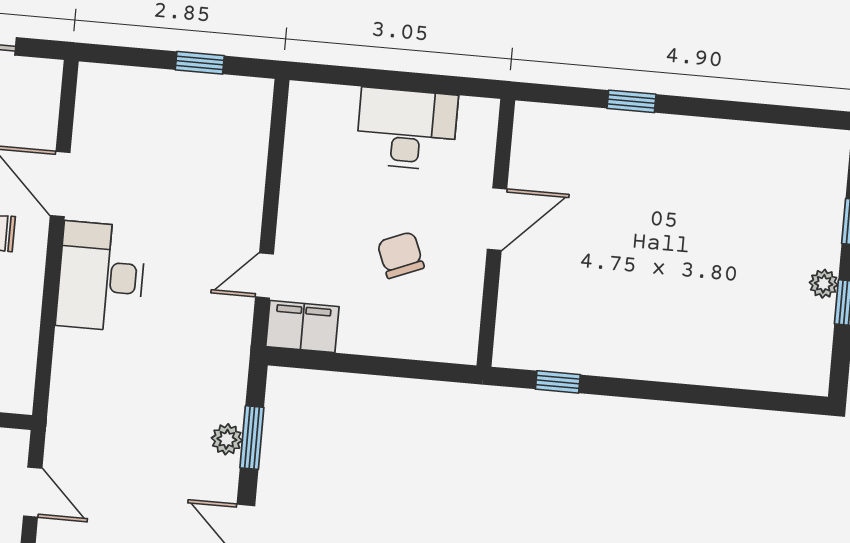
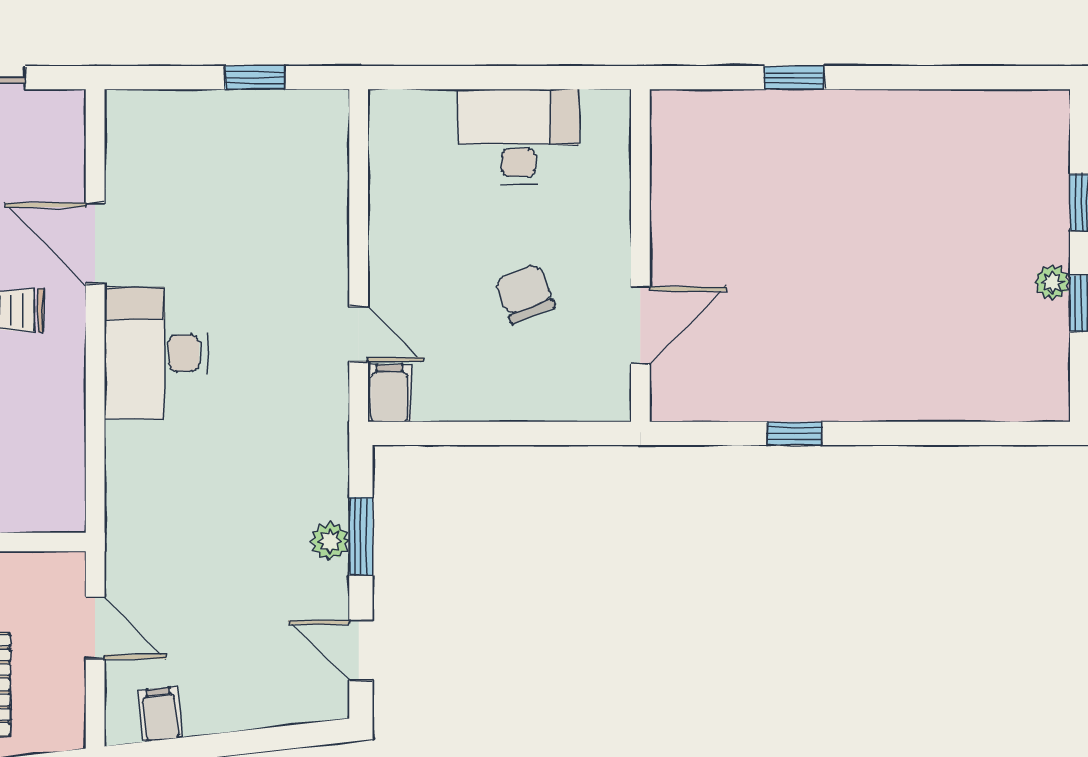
door: (497, 219) -> (640, 325), moved
door: (265, 275) -> (359, 334), swing flipped
filing cabinet: (302, 327) -> (389, 393), width x0.50
window: (558, 382) -> (794, 433), moved

